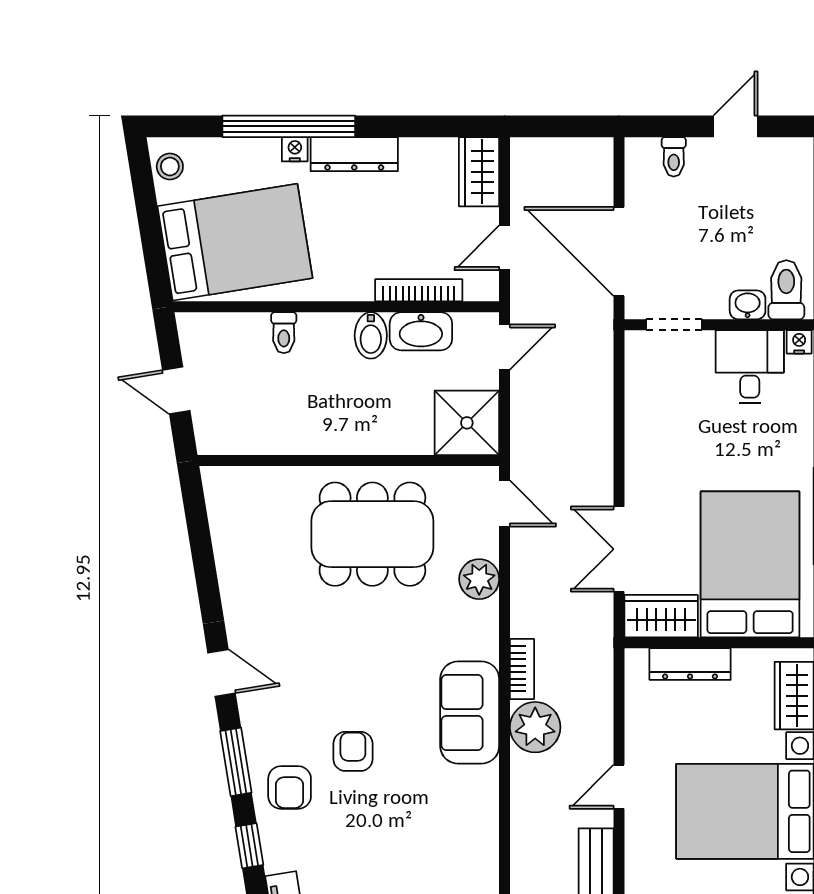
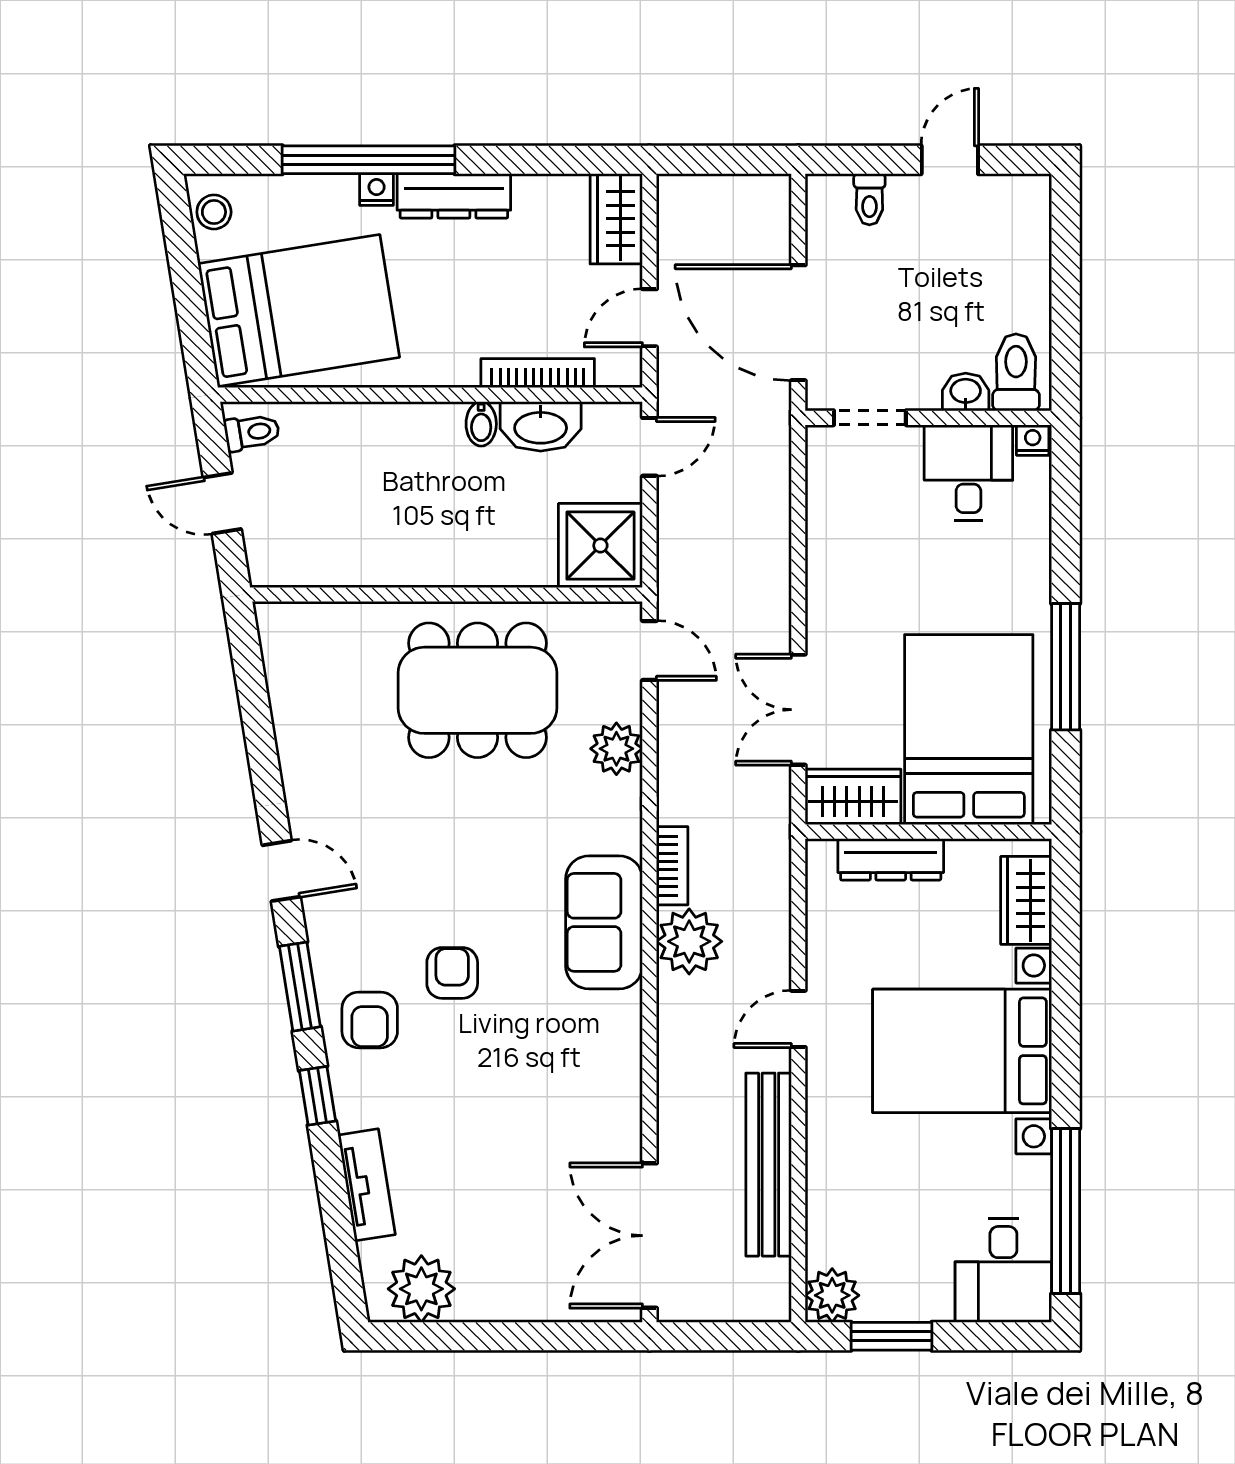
toilet: (284, 333) -> (252, 432), moved, turned -99
bidet: (371, 335) -> (481, 424), width x0.72, depth x0.74

